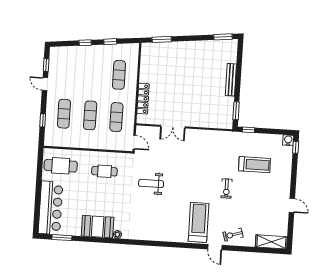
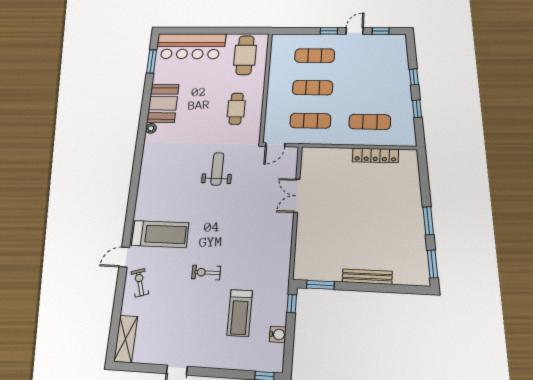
window: (162, 39) -> (428, 221), moved
locker: (143, 99) -> (375, 155), moved
window: (43, 120) -> (329, 31), moved
water cooler: (288, 140) -> (278, 334), moved

